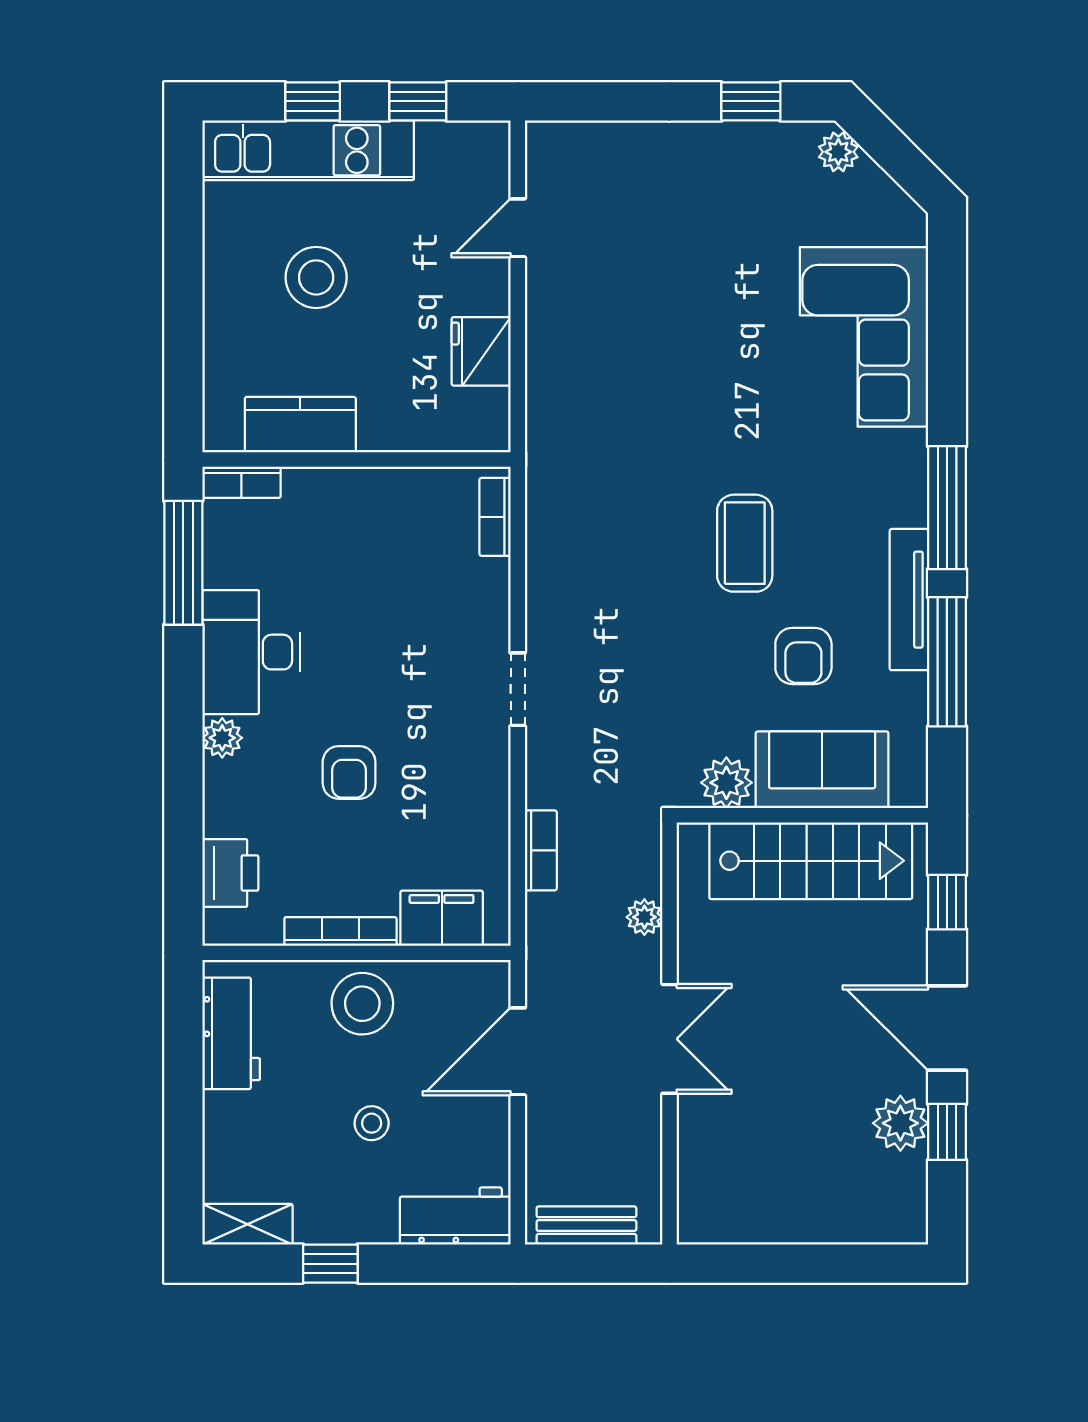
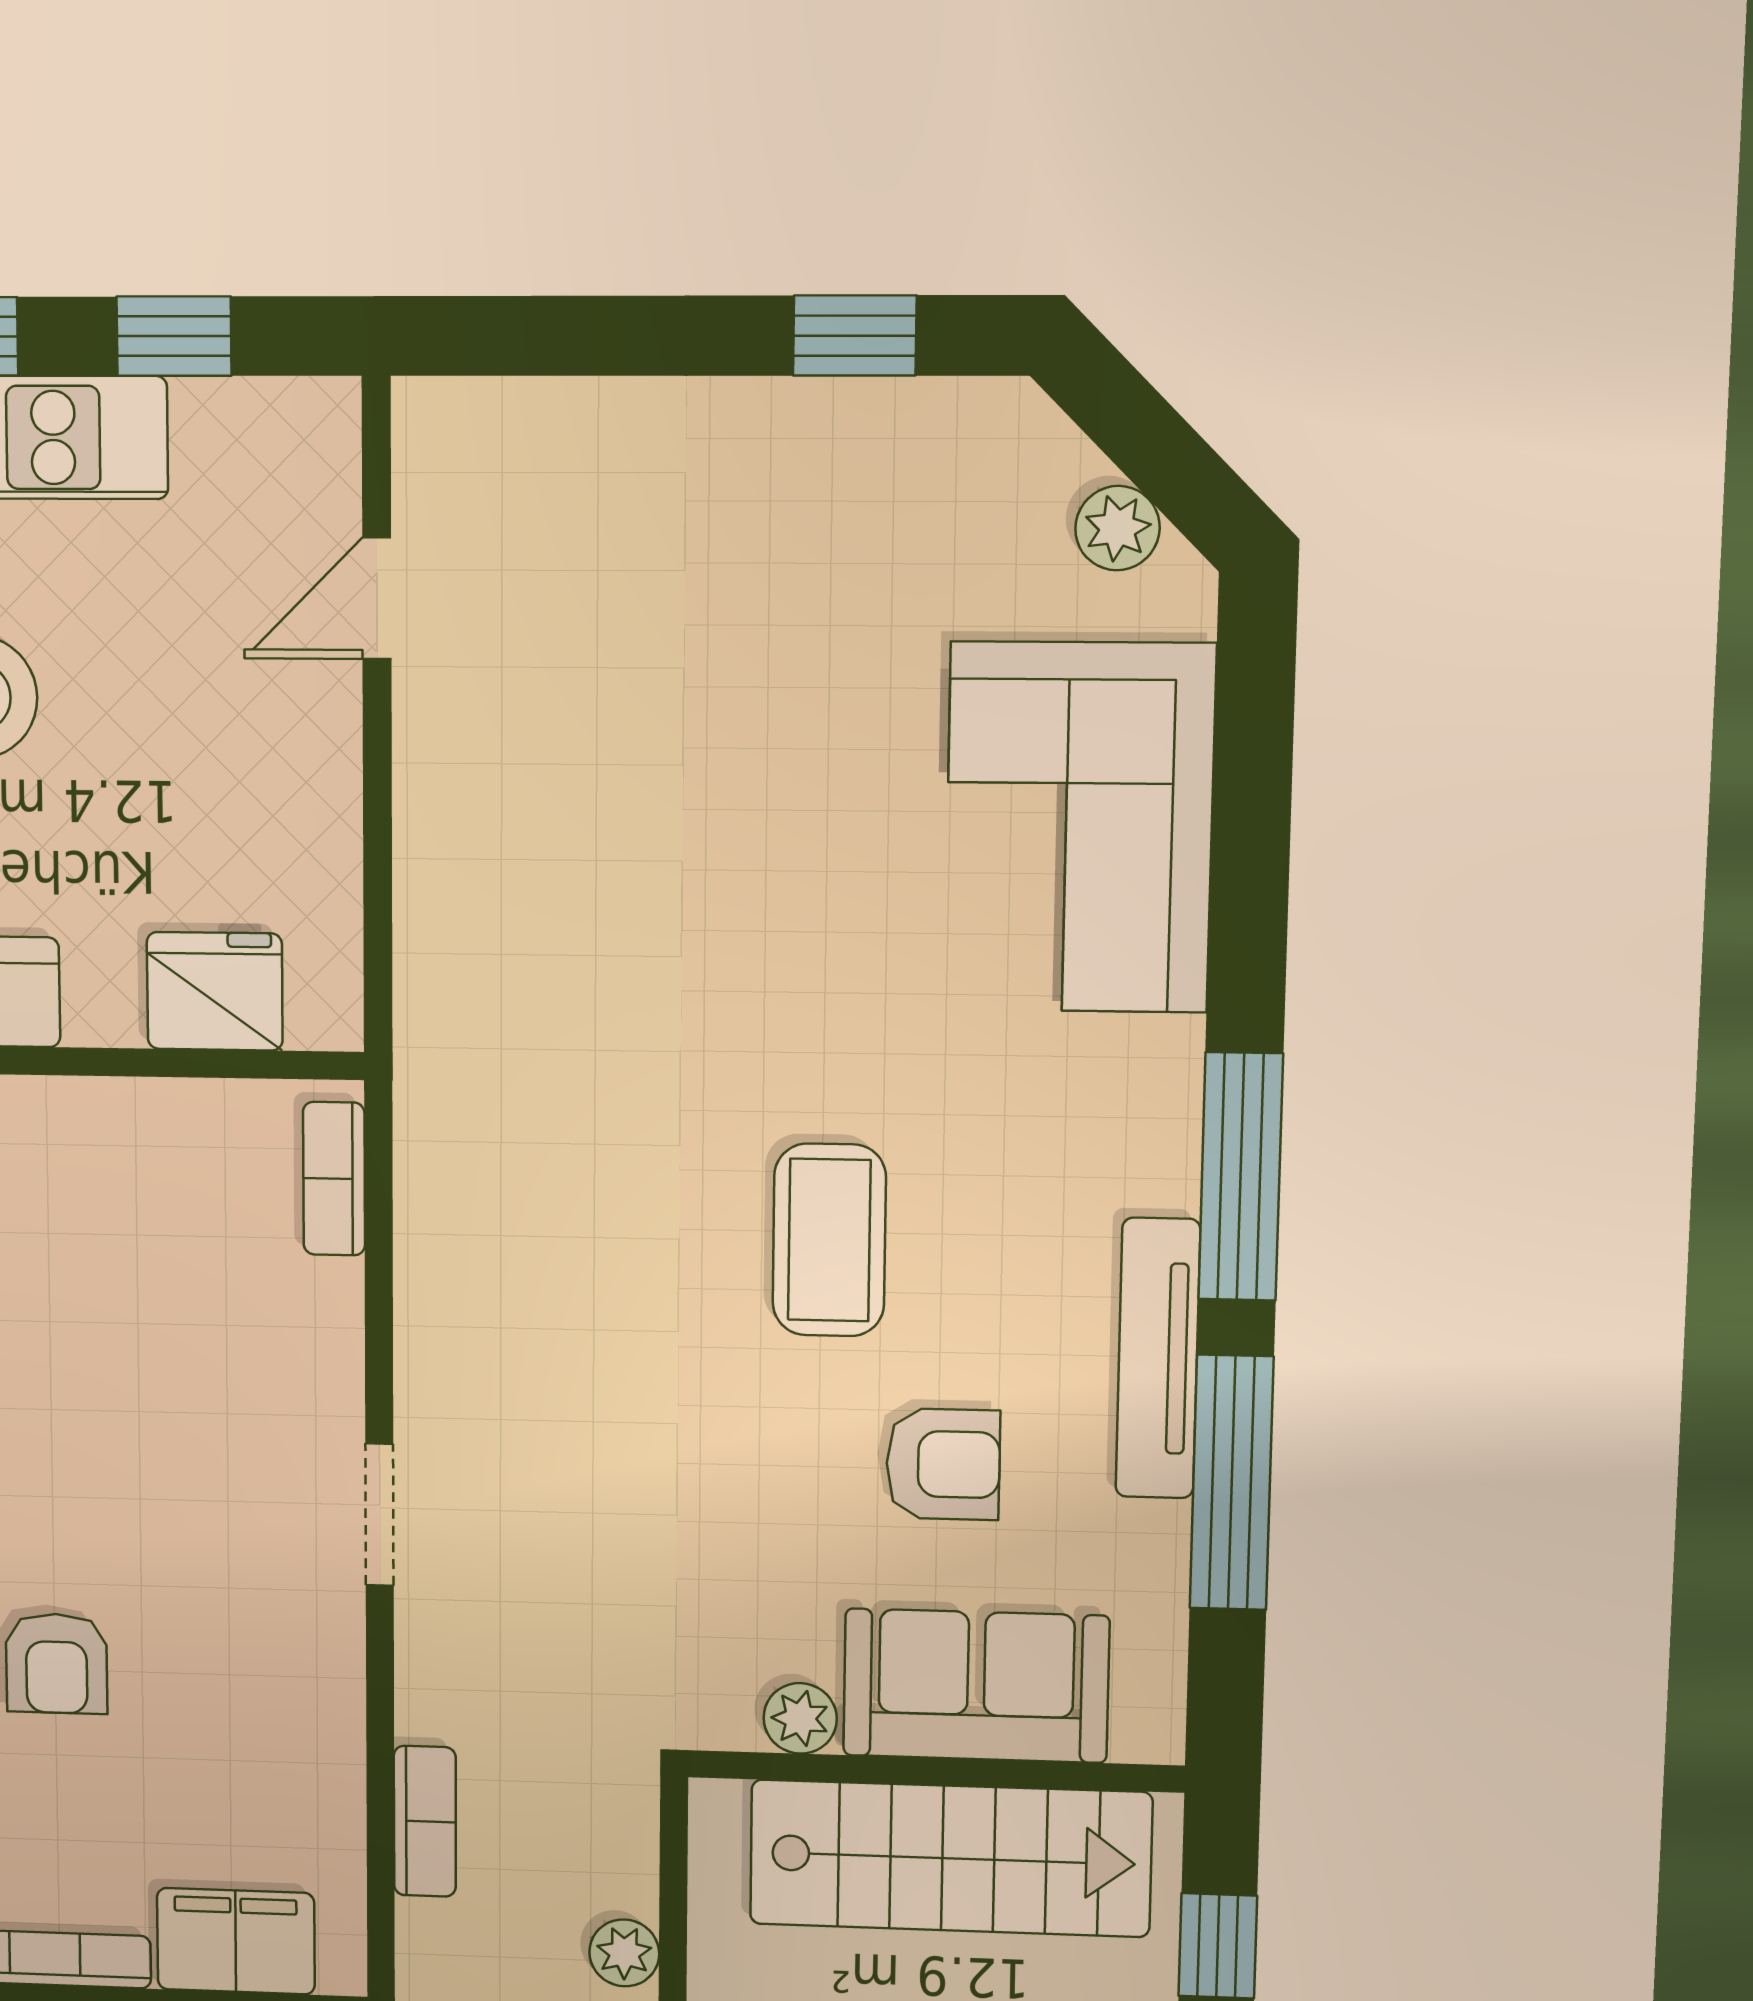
plant: (838, 152) -> (1117, 528), moved
fridge: (481, 351) -> (215, 991), moved, turned 90
armchair: (803, 656) -> (943, 1464), turned -90
plant: (726, 783) -> (800, 1718), width x0.73, depth x0.73

